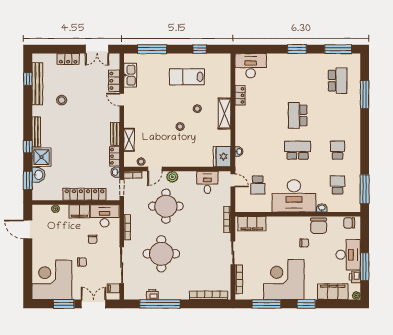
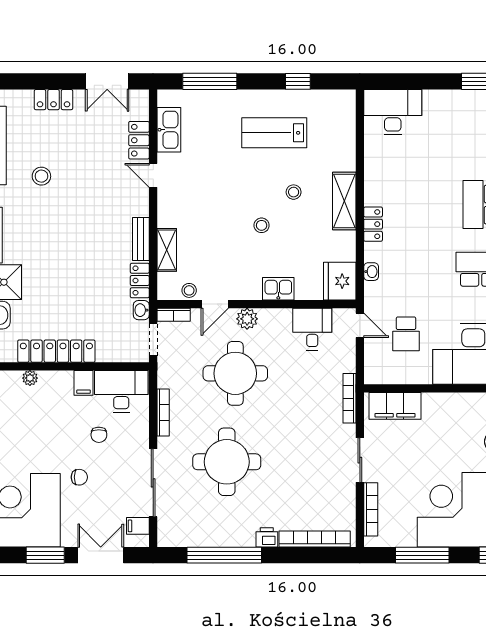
locker: (240, 95) -> (373, 224), moved
kitchen sink: (189, 161) -> (278, 289), added
locker: (84, 194) -> (56, 351), moved
filing cabinet: (79, 211) -> (84, 383), width x0.50
printer: (152, 294) -> (267, 537), moved

